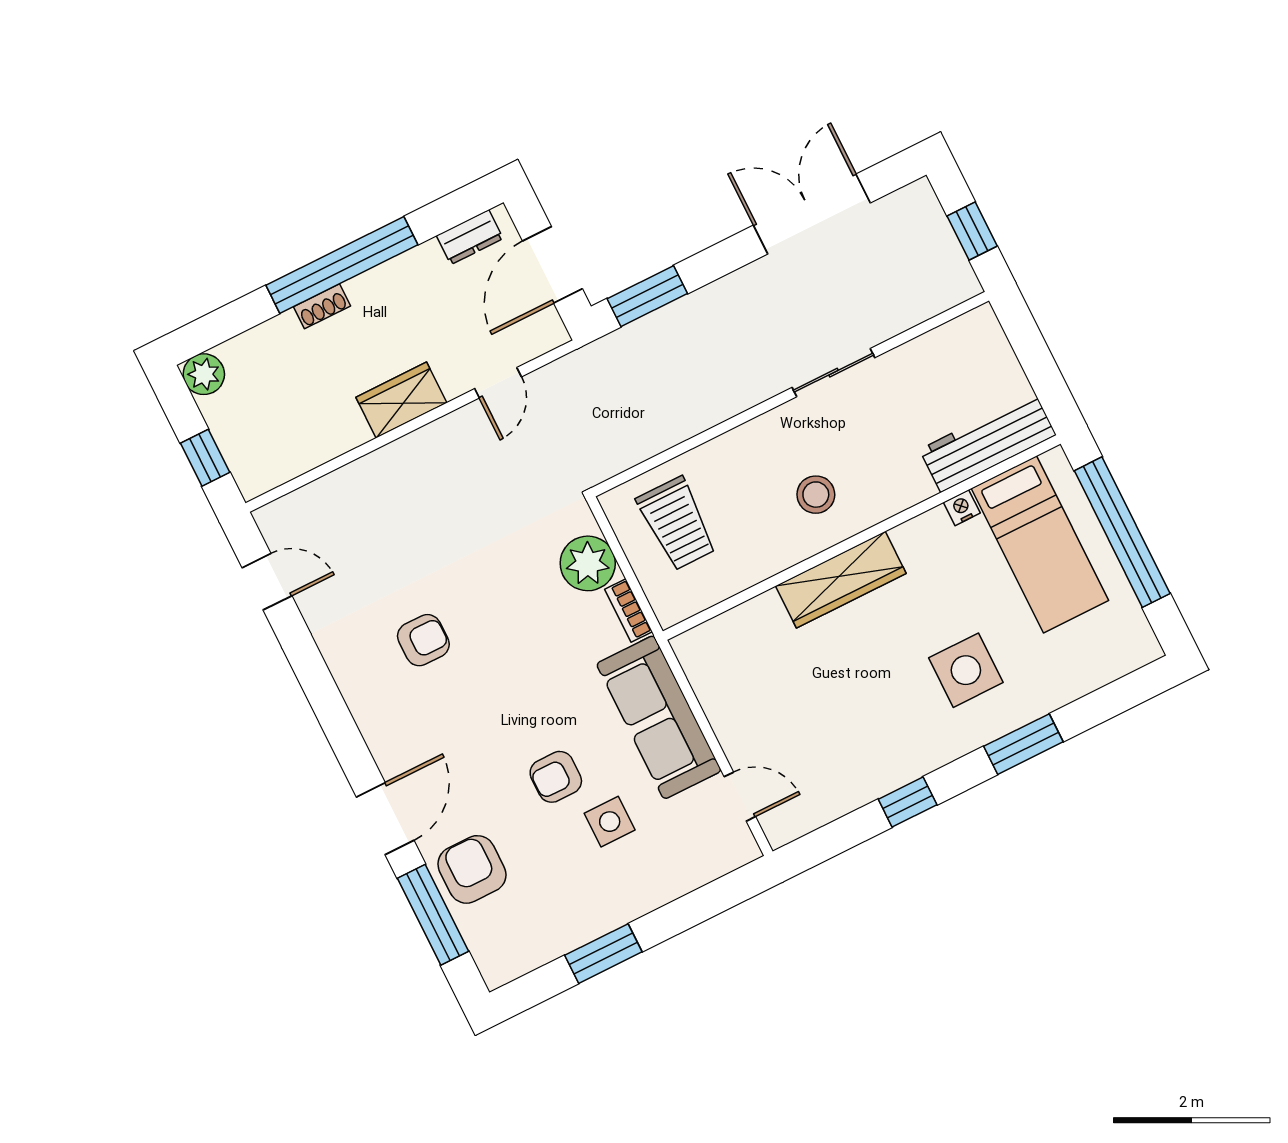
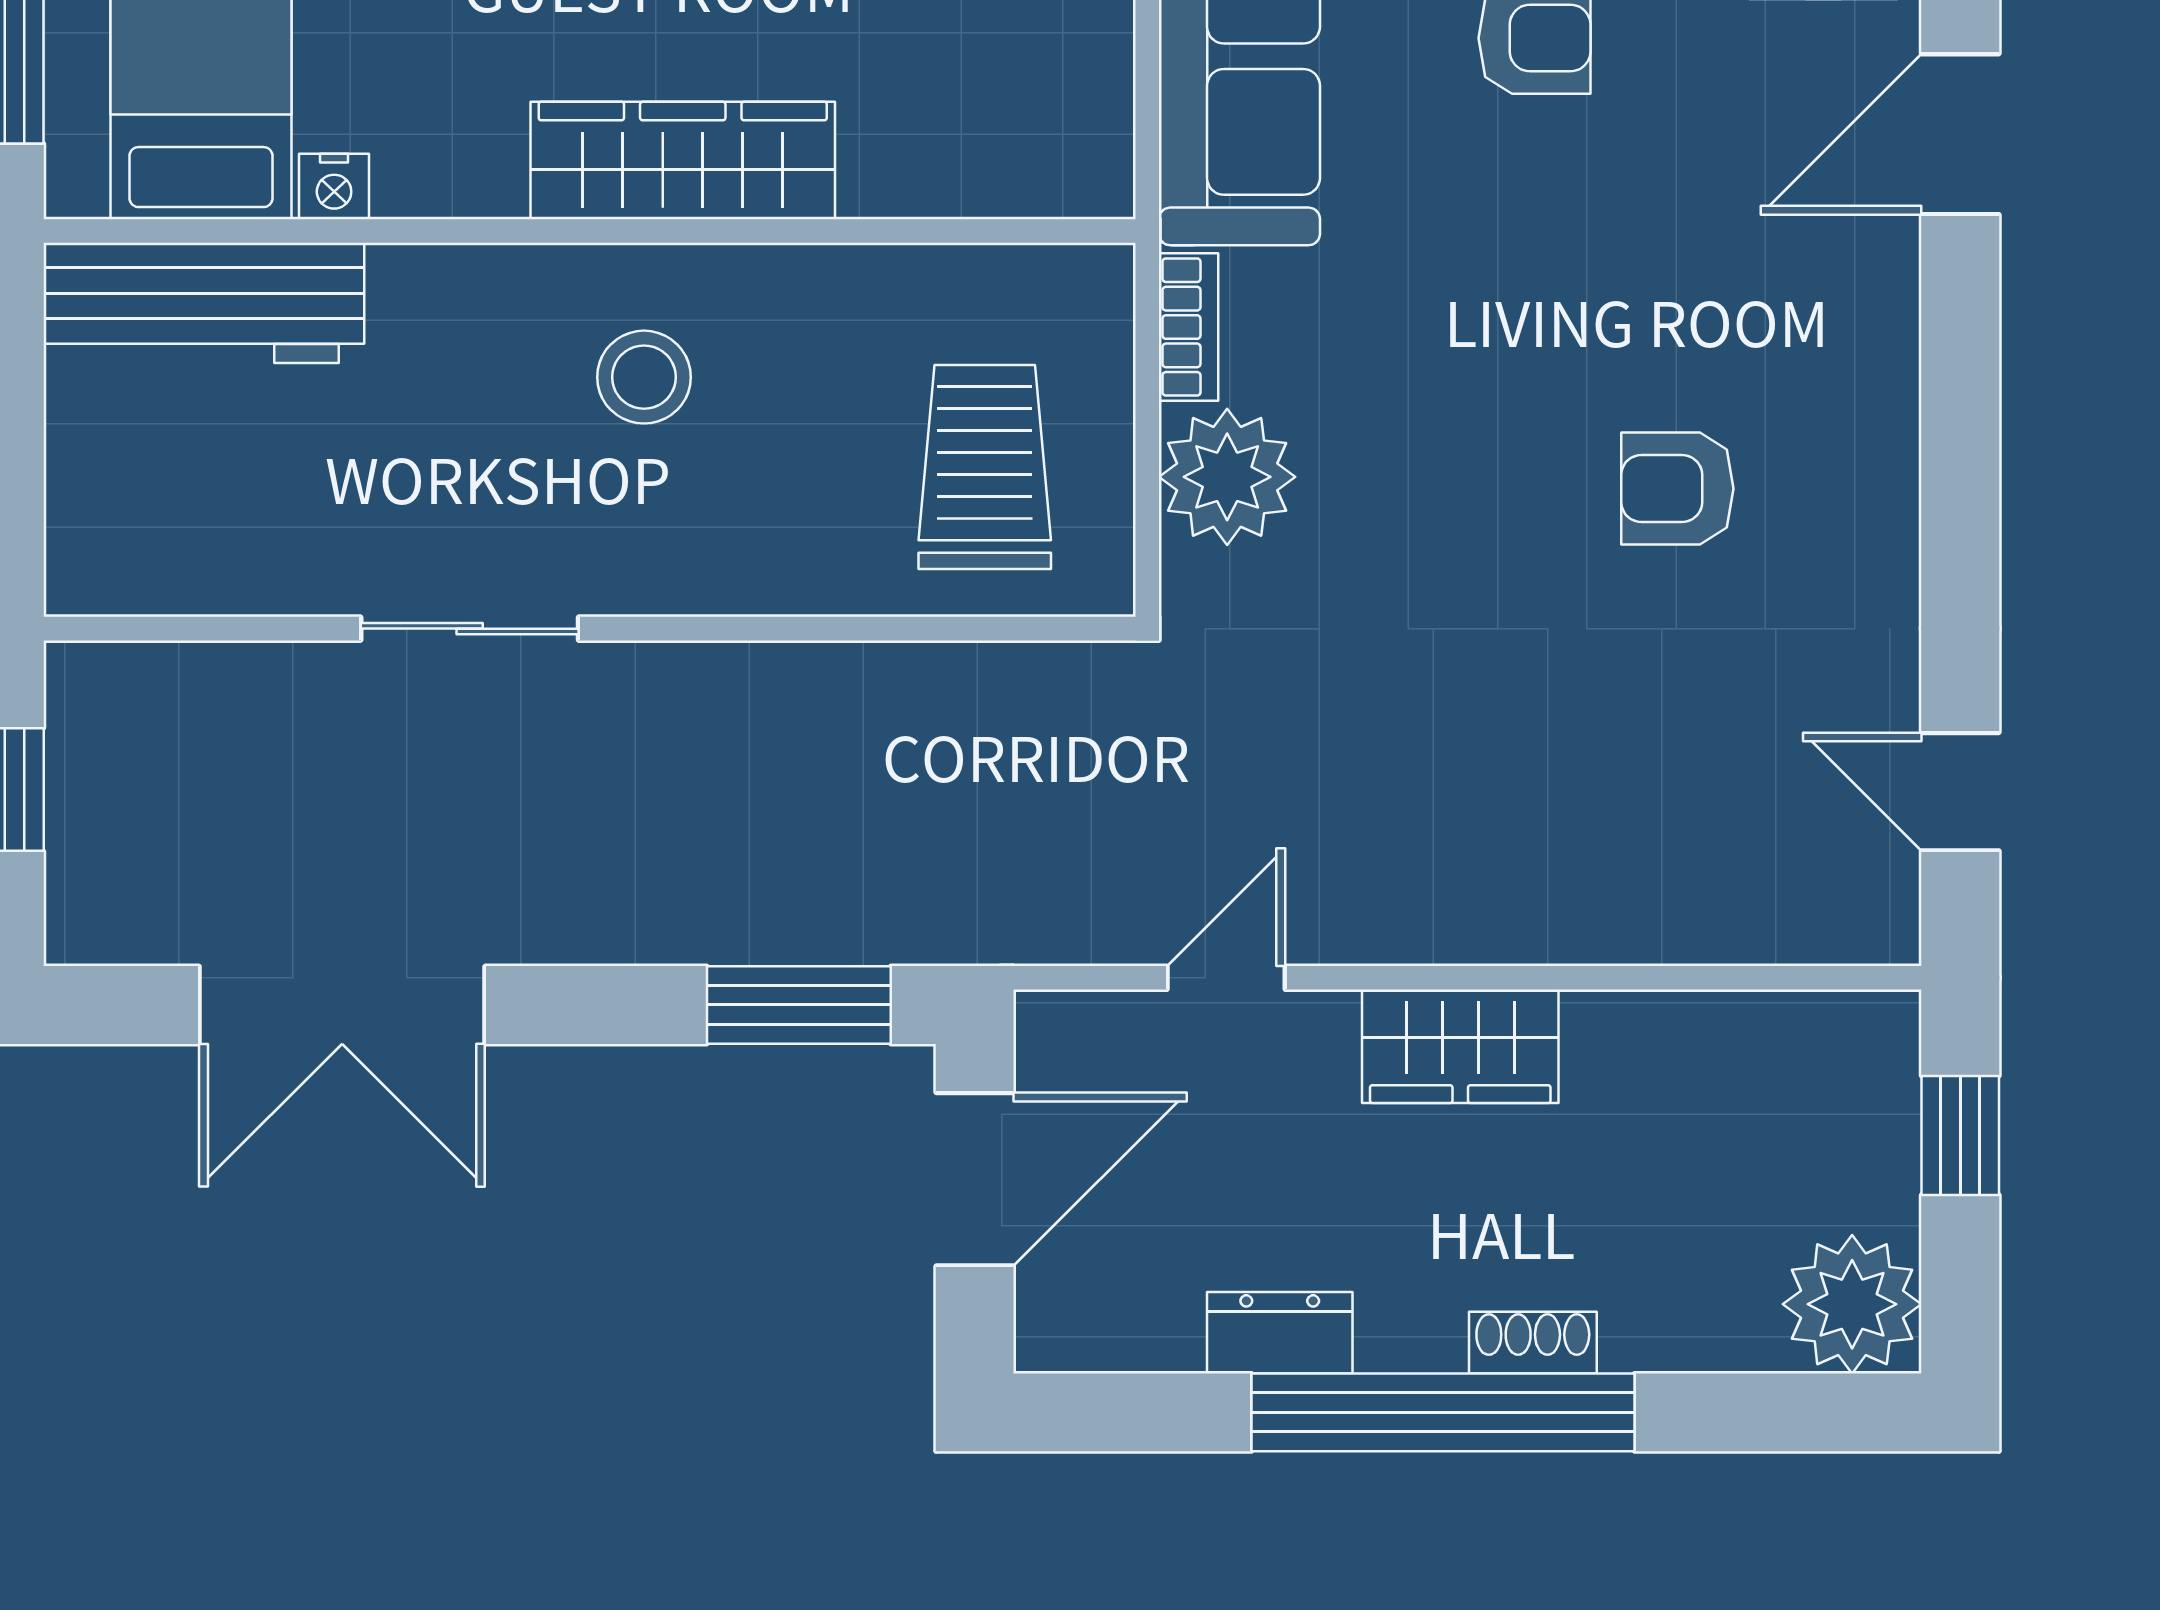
dresser: (470, 237) -> (1280, 1333), moved
plant: (204, 374) -> (1852, 1304), width x1.36, depth x1.36

